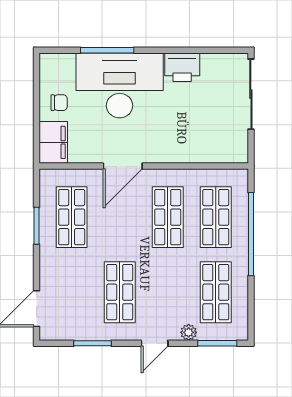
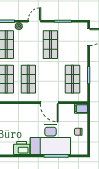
filing cabinet: (53, 142) -> (81, 109), width x0.50
door: (123, 166) -> (49, 103), swing flipped

